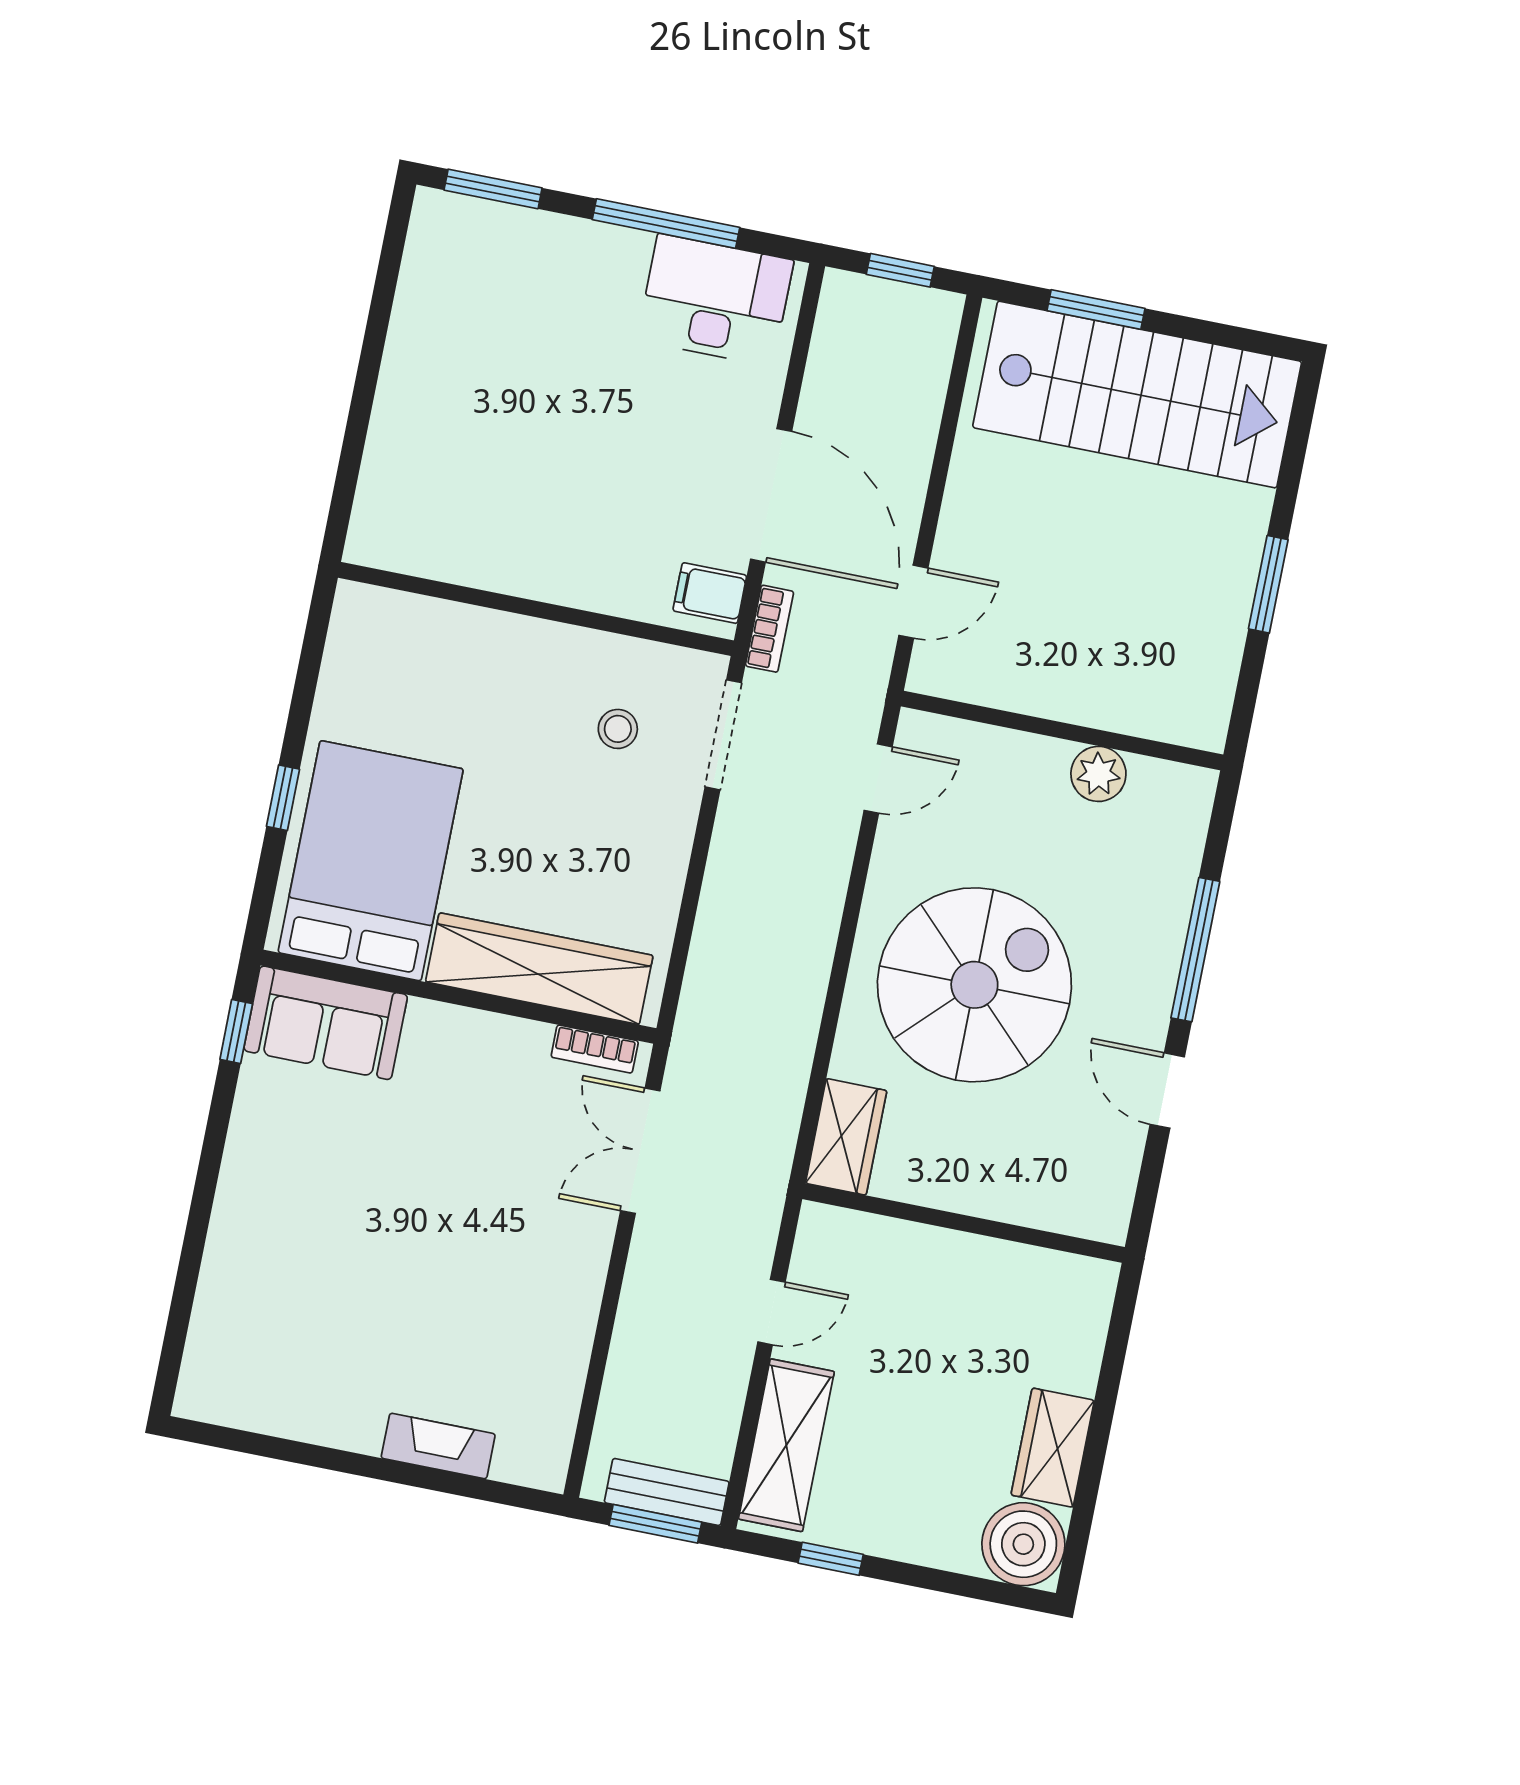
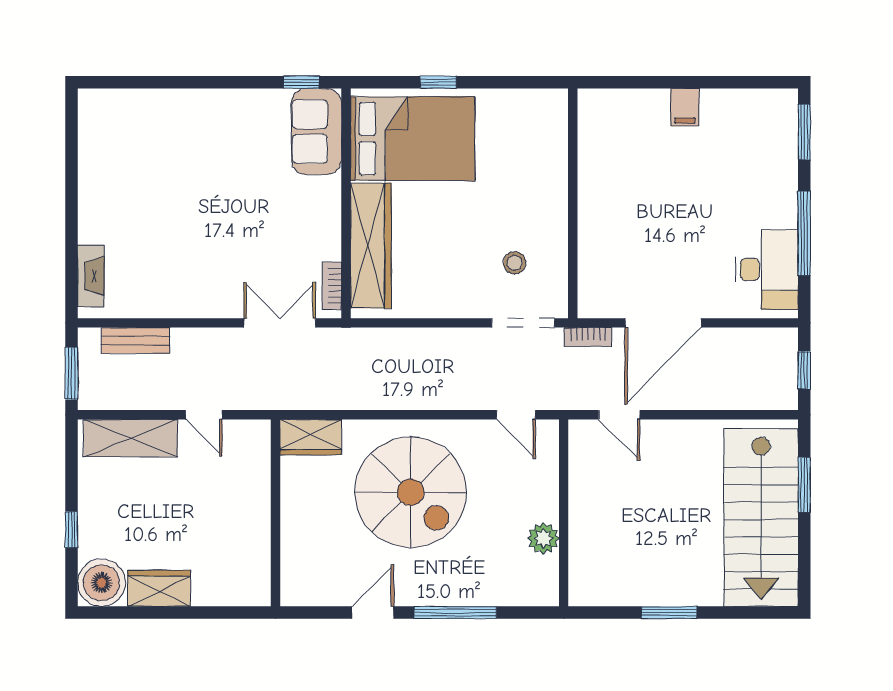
filing cabinet: (710, 593) -> (685, 107), moved, turned 180
fireplace: (438, 1446) -> (91, 276), moved
bench: (667, 1492) -> (136, 340), moved, turned 90
window: (831, 1559) -> (72, 530), moved

